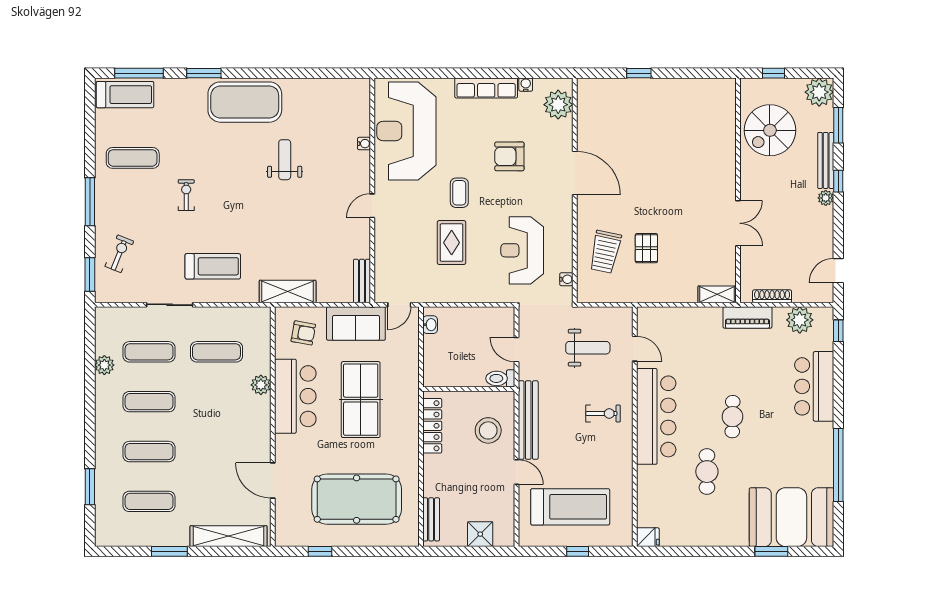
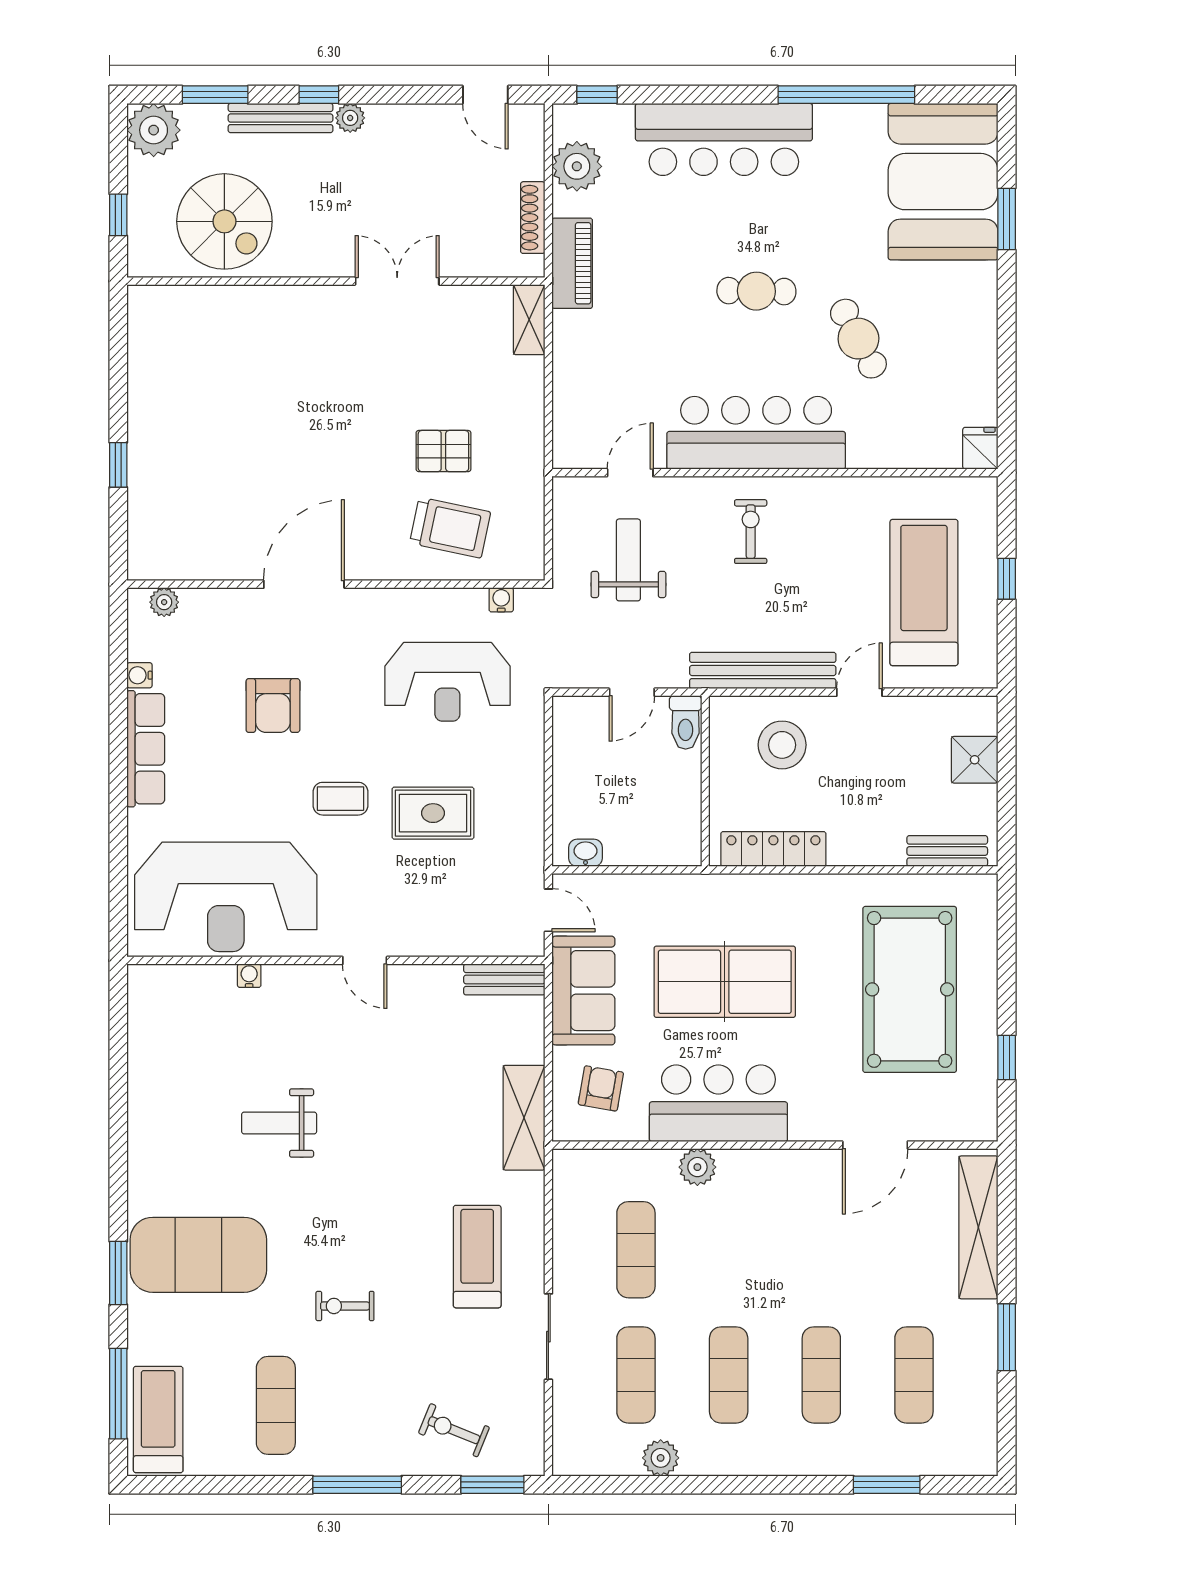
exercise mat: (245, 102) -> (198, 1255), moved, turned 90
plant: (558, 105) -> (164, 602), width x0.53, depth x0.53
bar counter: (814, 386) -> (724, 139), width x1.36
cafe table: (707, 472) -> (858, 339), turned 62

